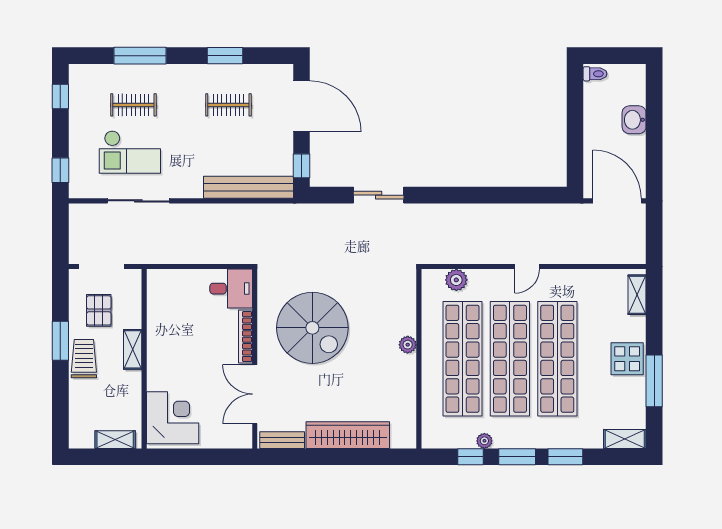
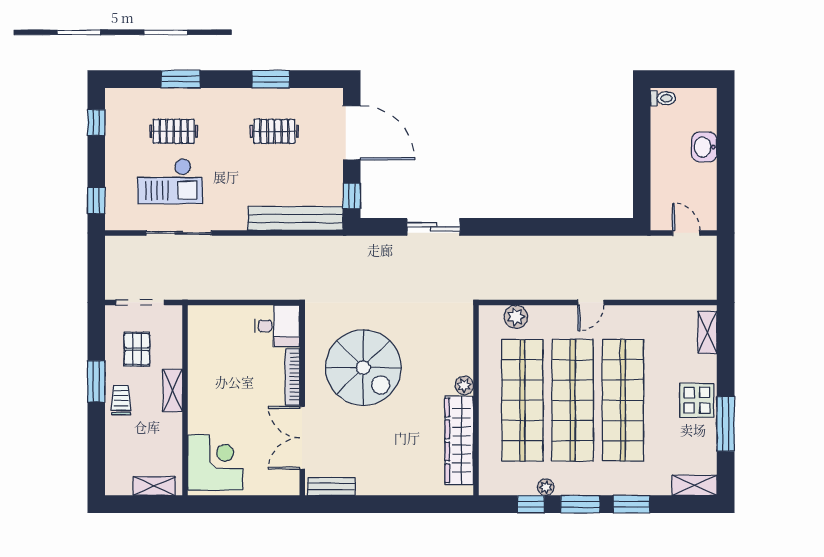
window: (140, 56) -> (181, 79), width x0.69
door: (617, 201) -> (686, 233), width x0.53
trolley: (84, 359) -> (121, 400), width x0.73, depth x0.72
wardrobe: (348, 435) -> (459, 440), moved, turned -90

